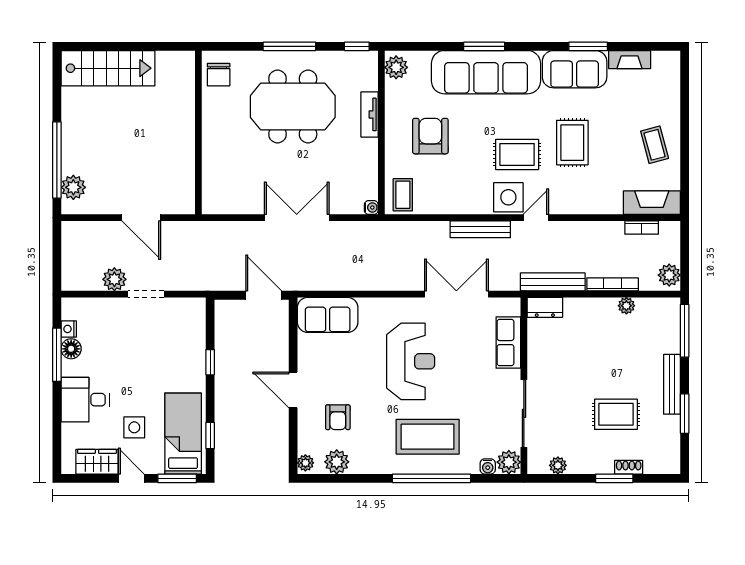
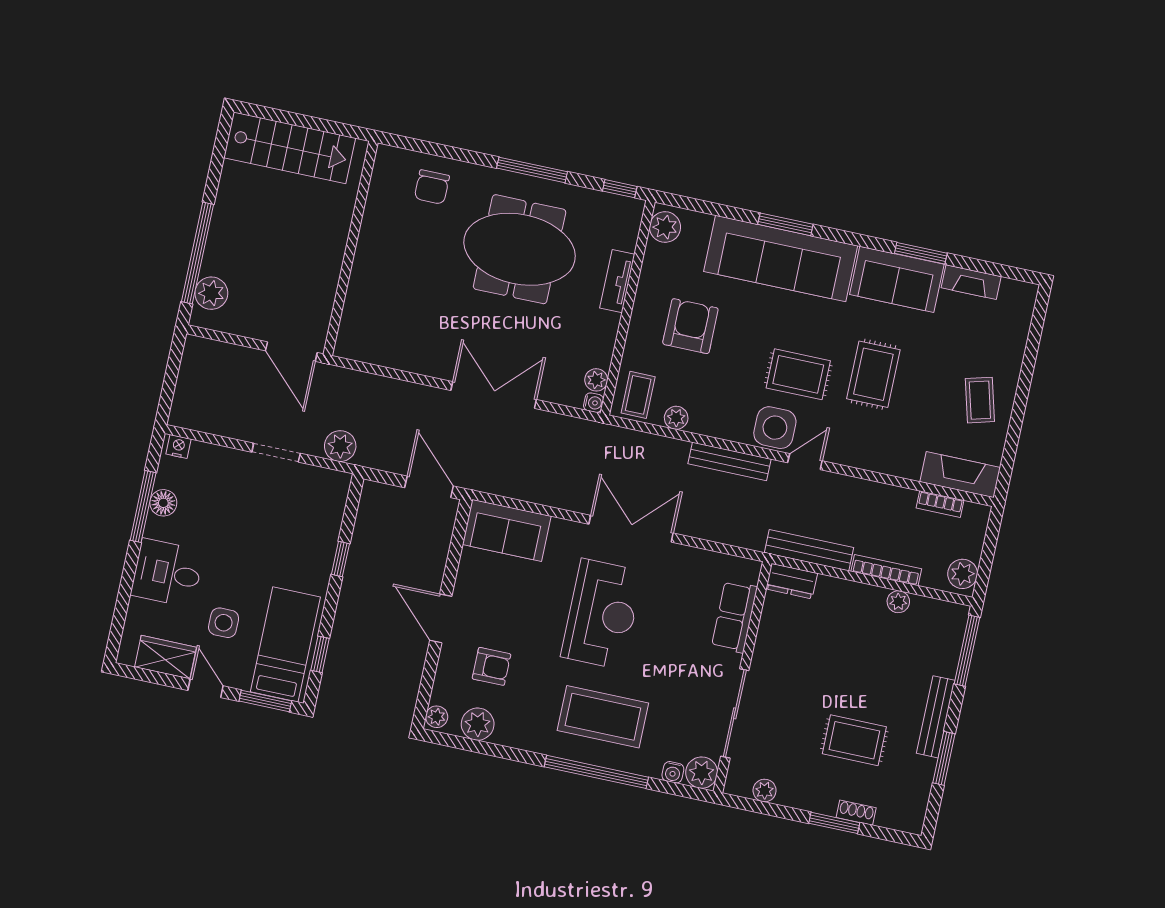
wall: (198, 132) -> (351, 248), moved
plant: (370, 190) -> (596, 380), added
plant: (434, 206) -> (676, 418), added
plant: (114, 279) -> (340, 446), moved
double door: (456, 294) -> (631, 529), moved
nightstand: (69, 329) -> (179, 446), moved, turned 90
armchair: (338, 417) -> (491, 666), turned -90

